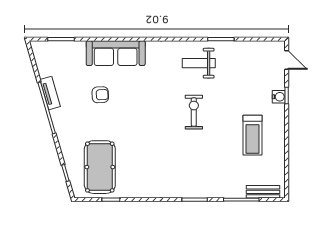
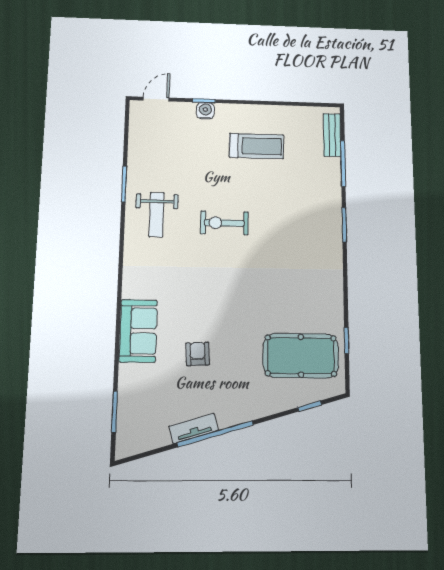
sofa: (116, 53) -> (138, 331), width x0.73

